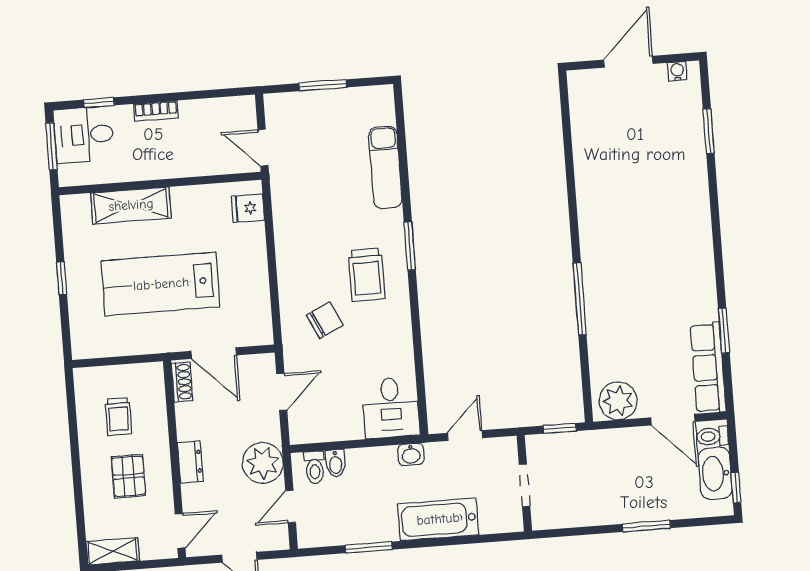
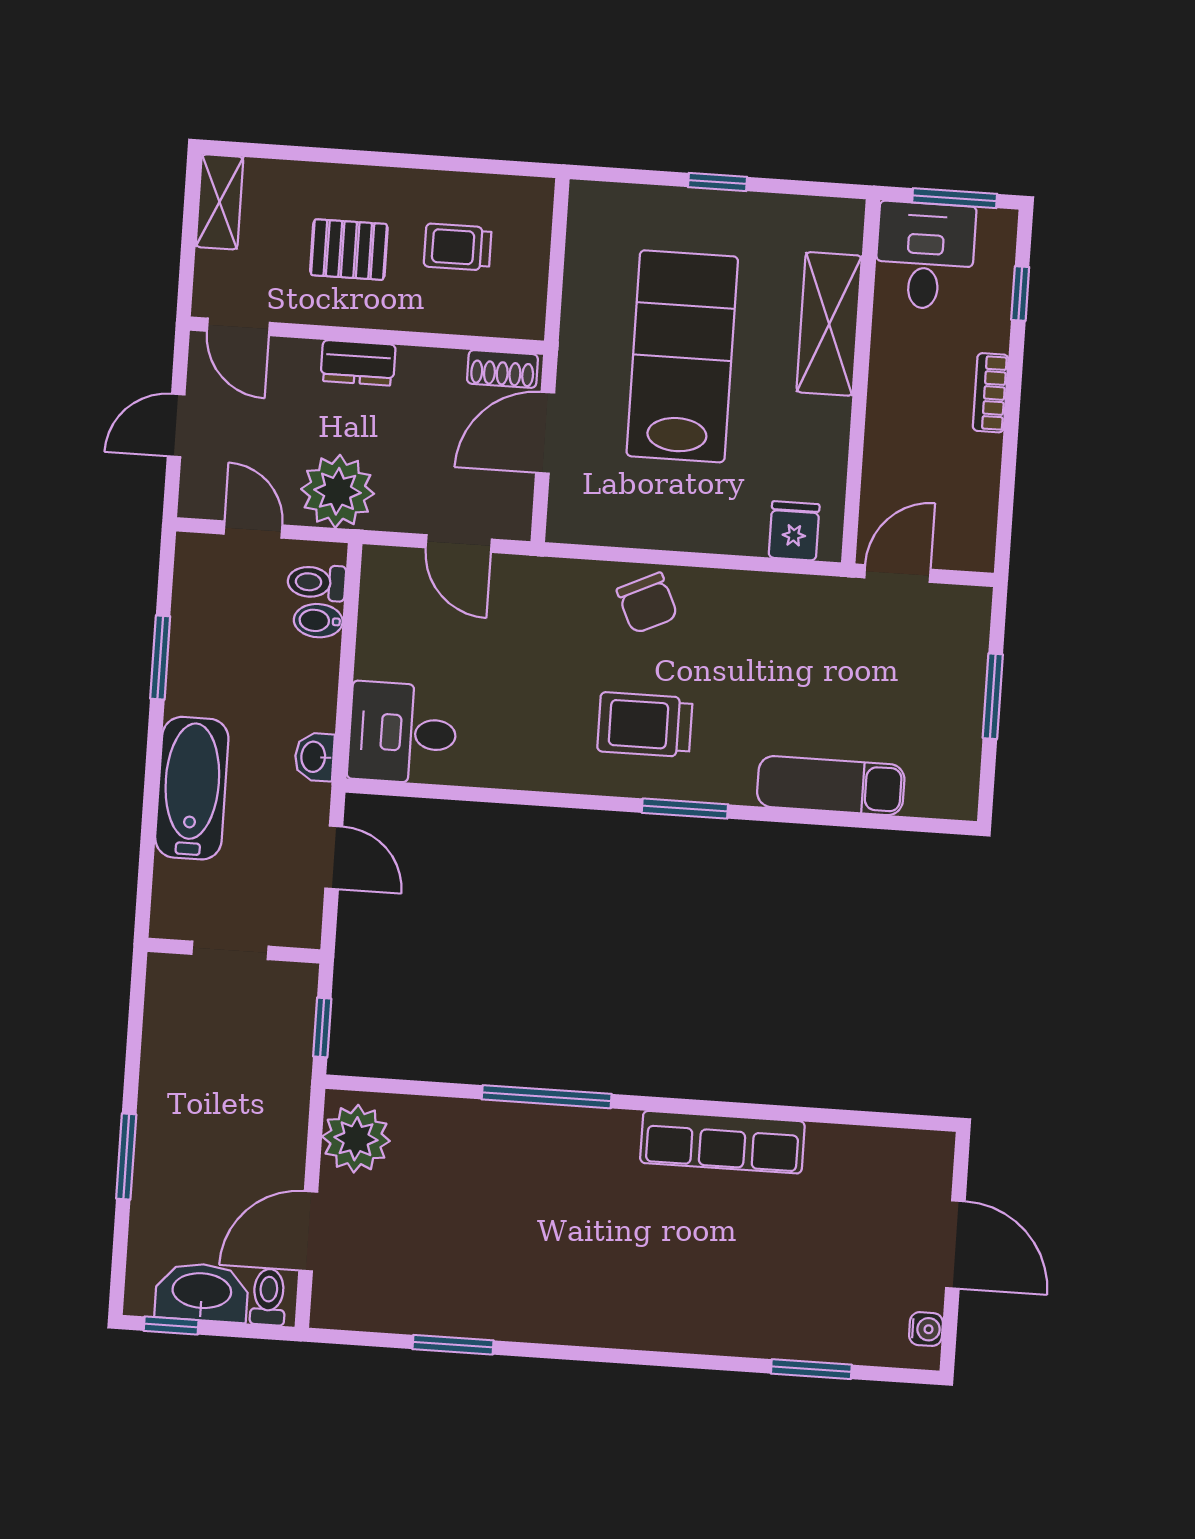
desk: (84, 135) -> (925, 256), moved
chair: (325, 320) -> (647, 603), moved
row of seats: (708, 368) -> (722, 1142), moved, turned 180

